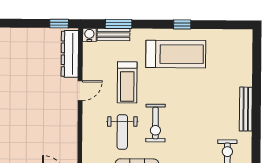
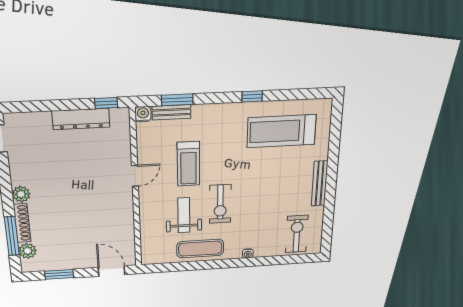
dresser: (70, 54) -> (81, 119), moved, turned -90
treadmill: (176, 54) -> (282, 131), moved, turned 180
weight bench: (122, 132) -> (184, 215), turned 180

